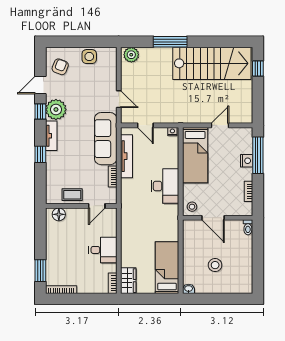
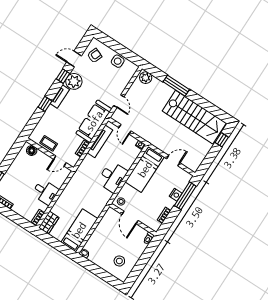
stool: (215, 265) -> (119, 261), moved

